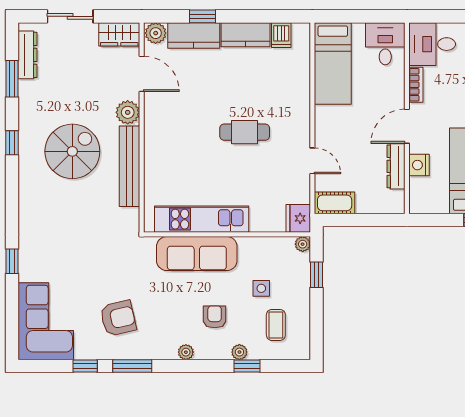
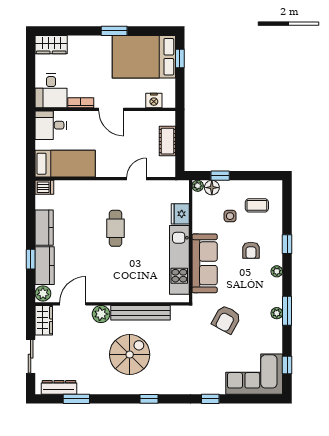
dishwasher: (281, 35) -> (44, 187), moved
window: (12, 143) -> (149, 399), moved
spiral stairs: (72, 151) -> (130, 355), turned 90
nightstand: (419, 165) -> (154, 100), moved
dresser: (396, 166) -> (141, 117), removed
cot: (335, 203) -> (167, 141), moved
fridge: (298, 218) -> (180, 214), moved, turned 90
floor lamp: (300, 264) -> (212, 188), added
armchair: (215, 317) -> (251, 250), turned -90
armchair: (118, 318) -> (226, 319), moved, turned -138
plant: (239, 352) -> (277, 313), moved
window: (85, 366) -> (287, 365), moved
window: (247, 366) -> (287, 244), moved

